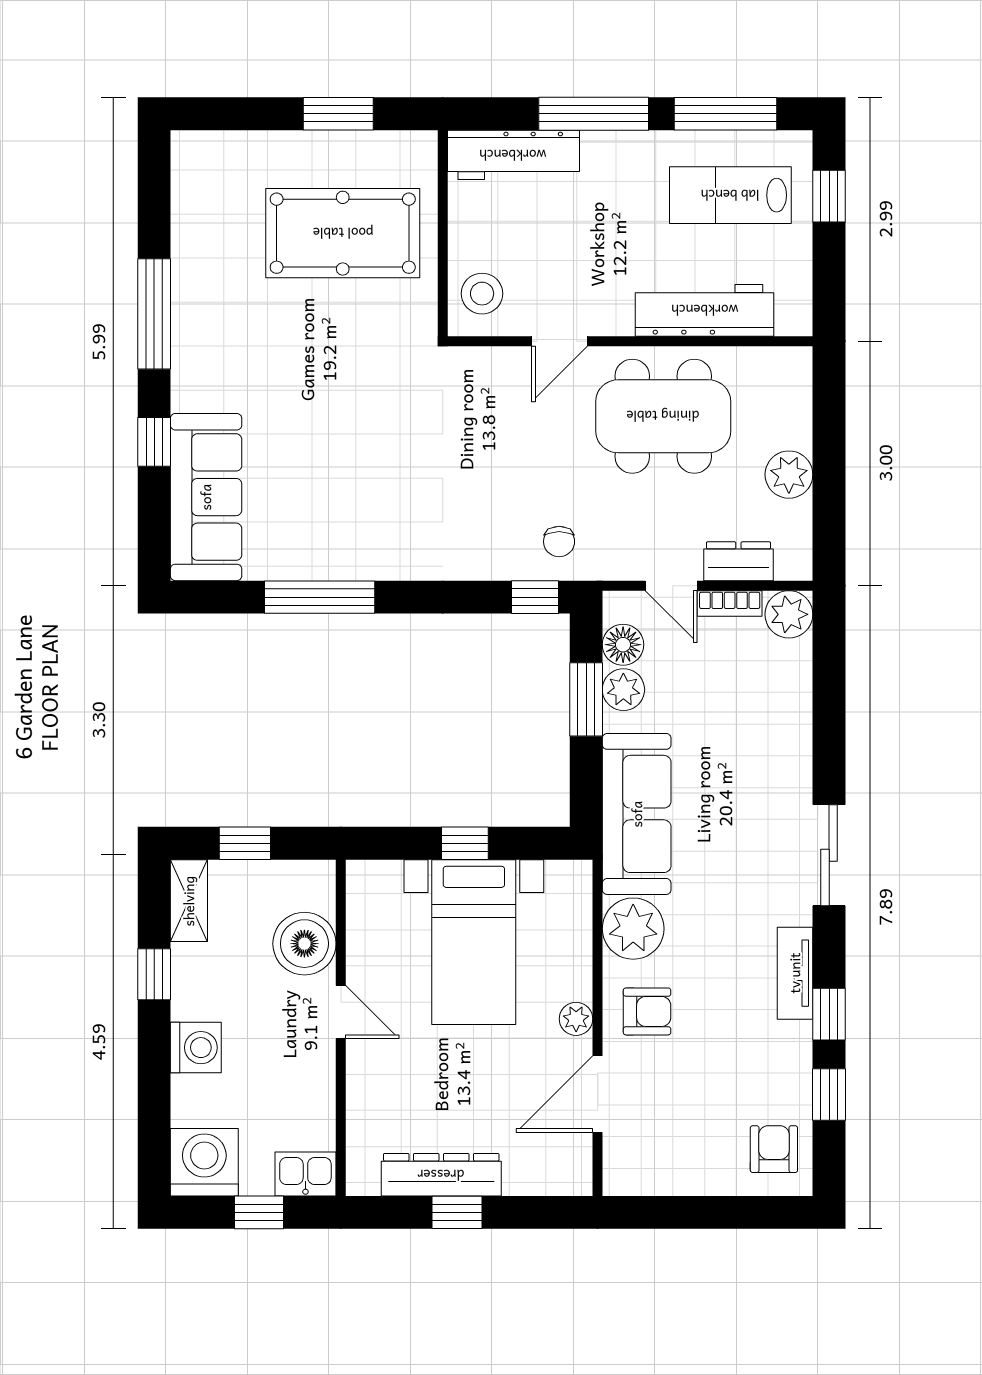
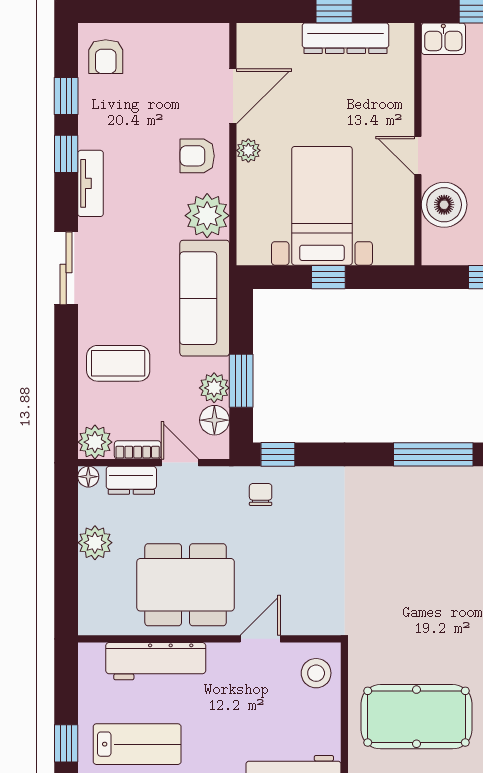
floor lamp: (798, 566) -> (88, 477), added
coffee table: (757, 724) -> (118, 363), added

